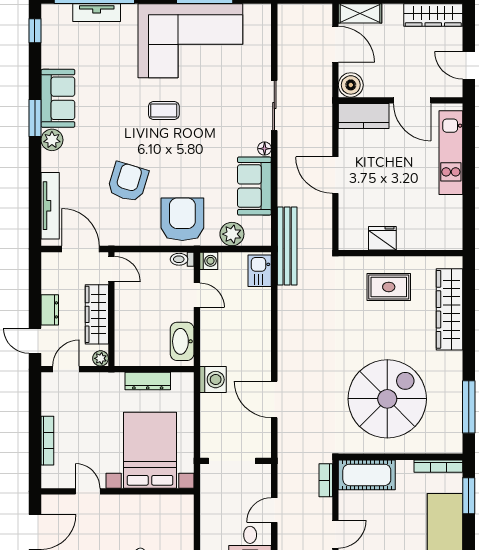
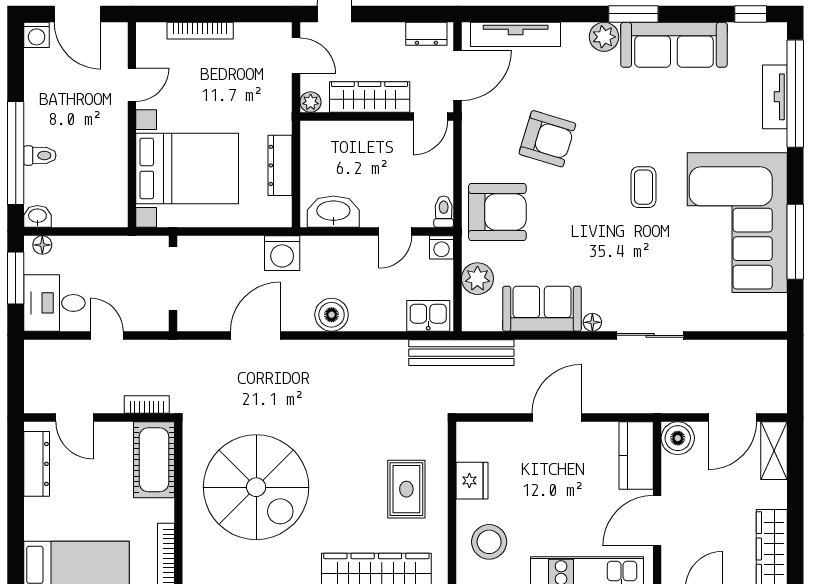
sofa: (58, 98) -> (674, 45), width x1.36
stool: (428, 225) -> (489, 542), added
dresser: (50, 310) -> (426, 34), moved
boiler: (259, 343) -> (332, 315), added

